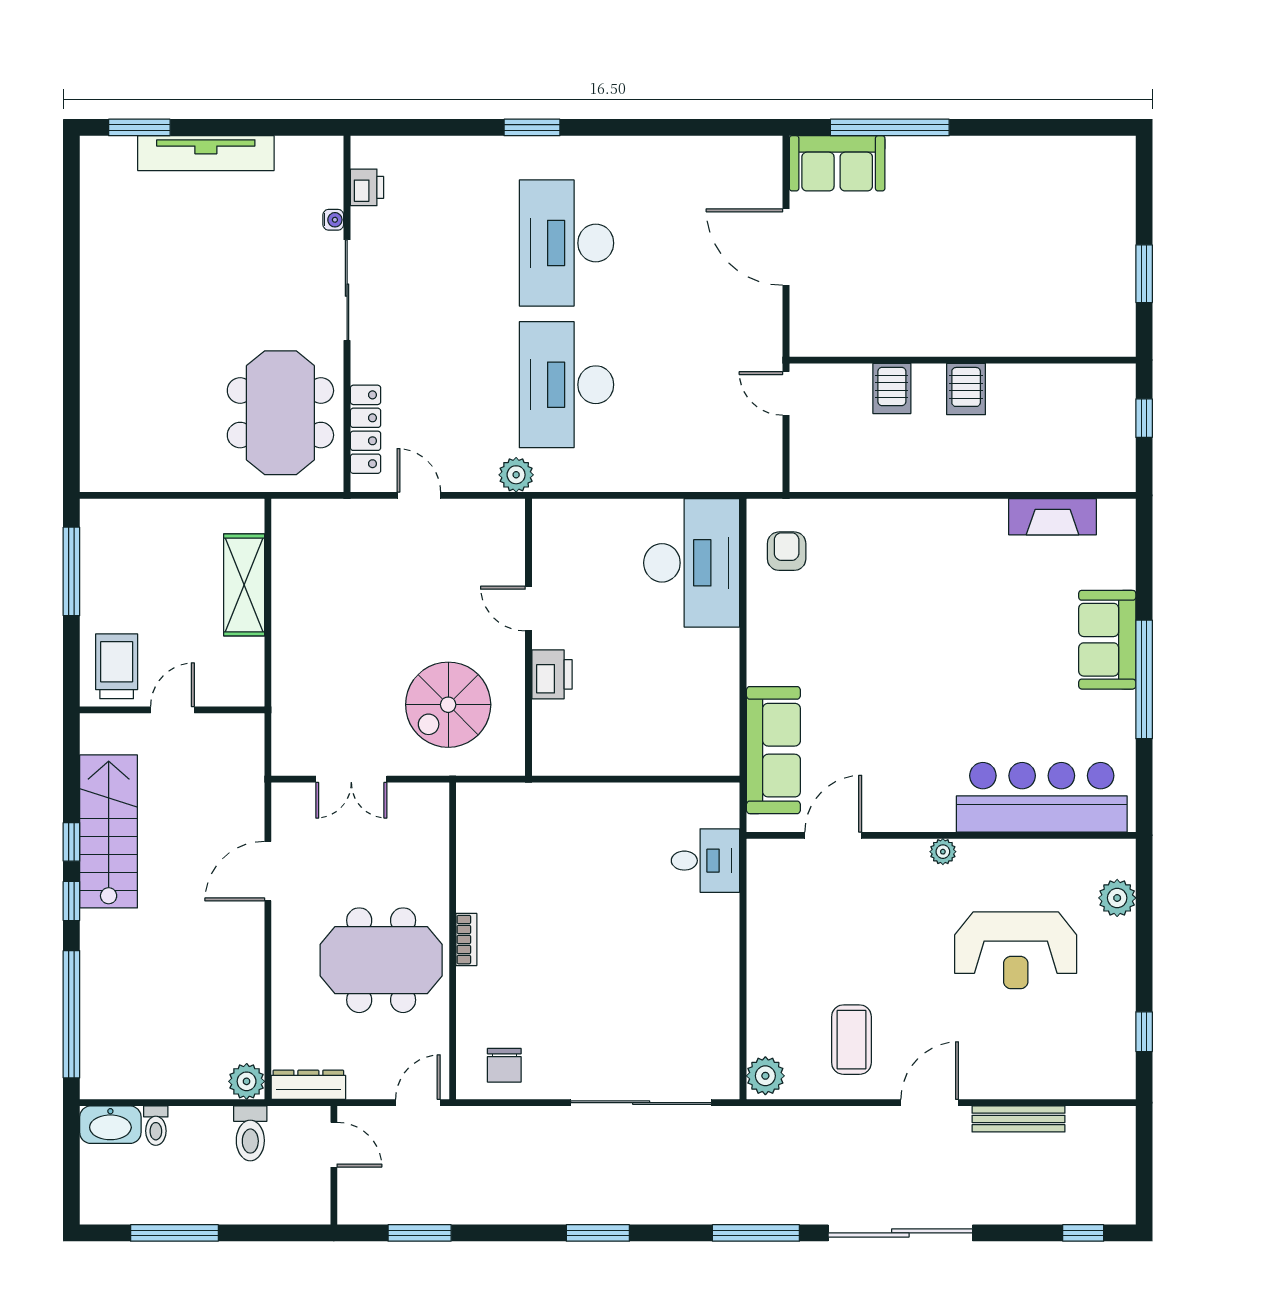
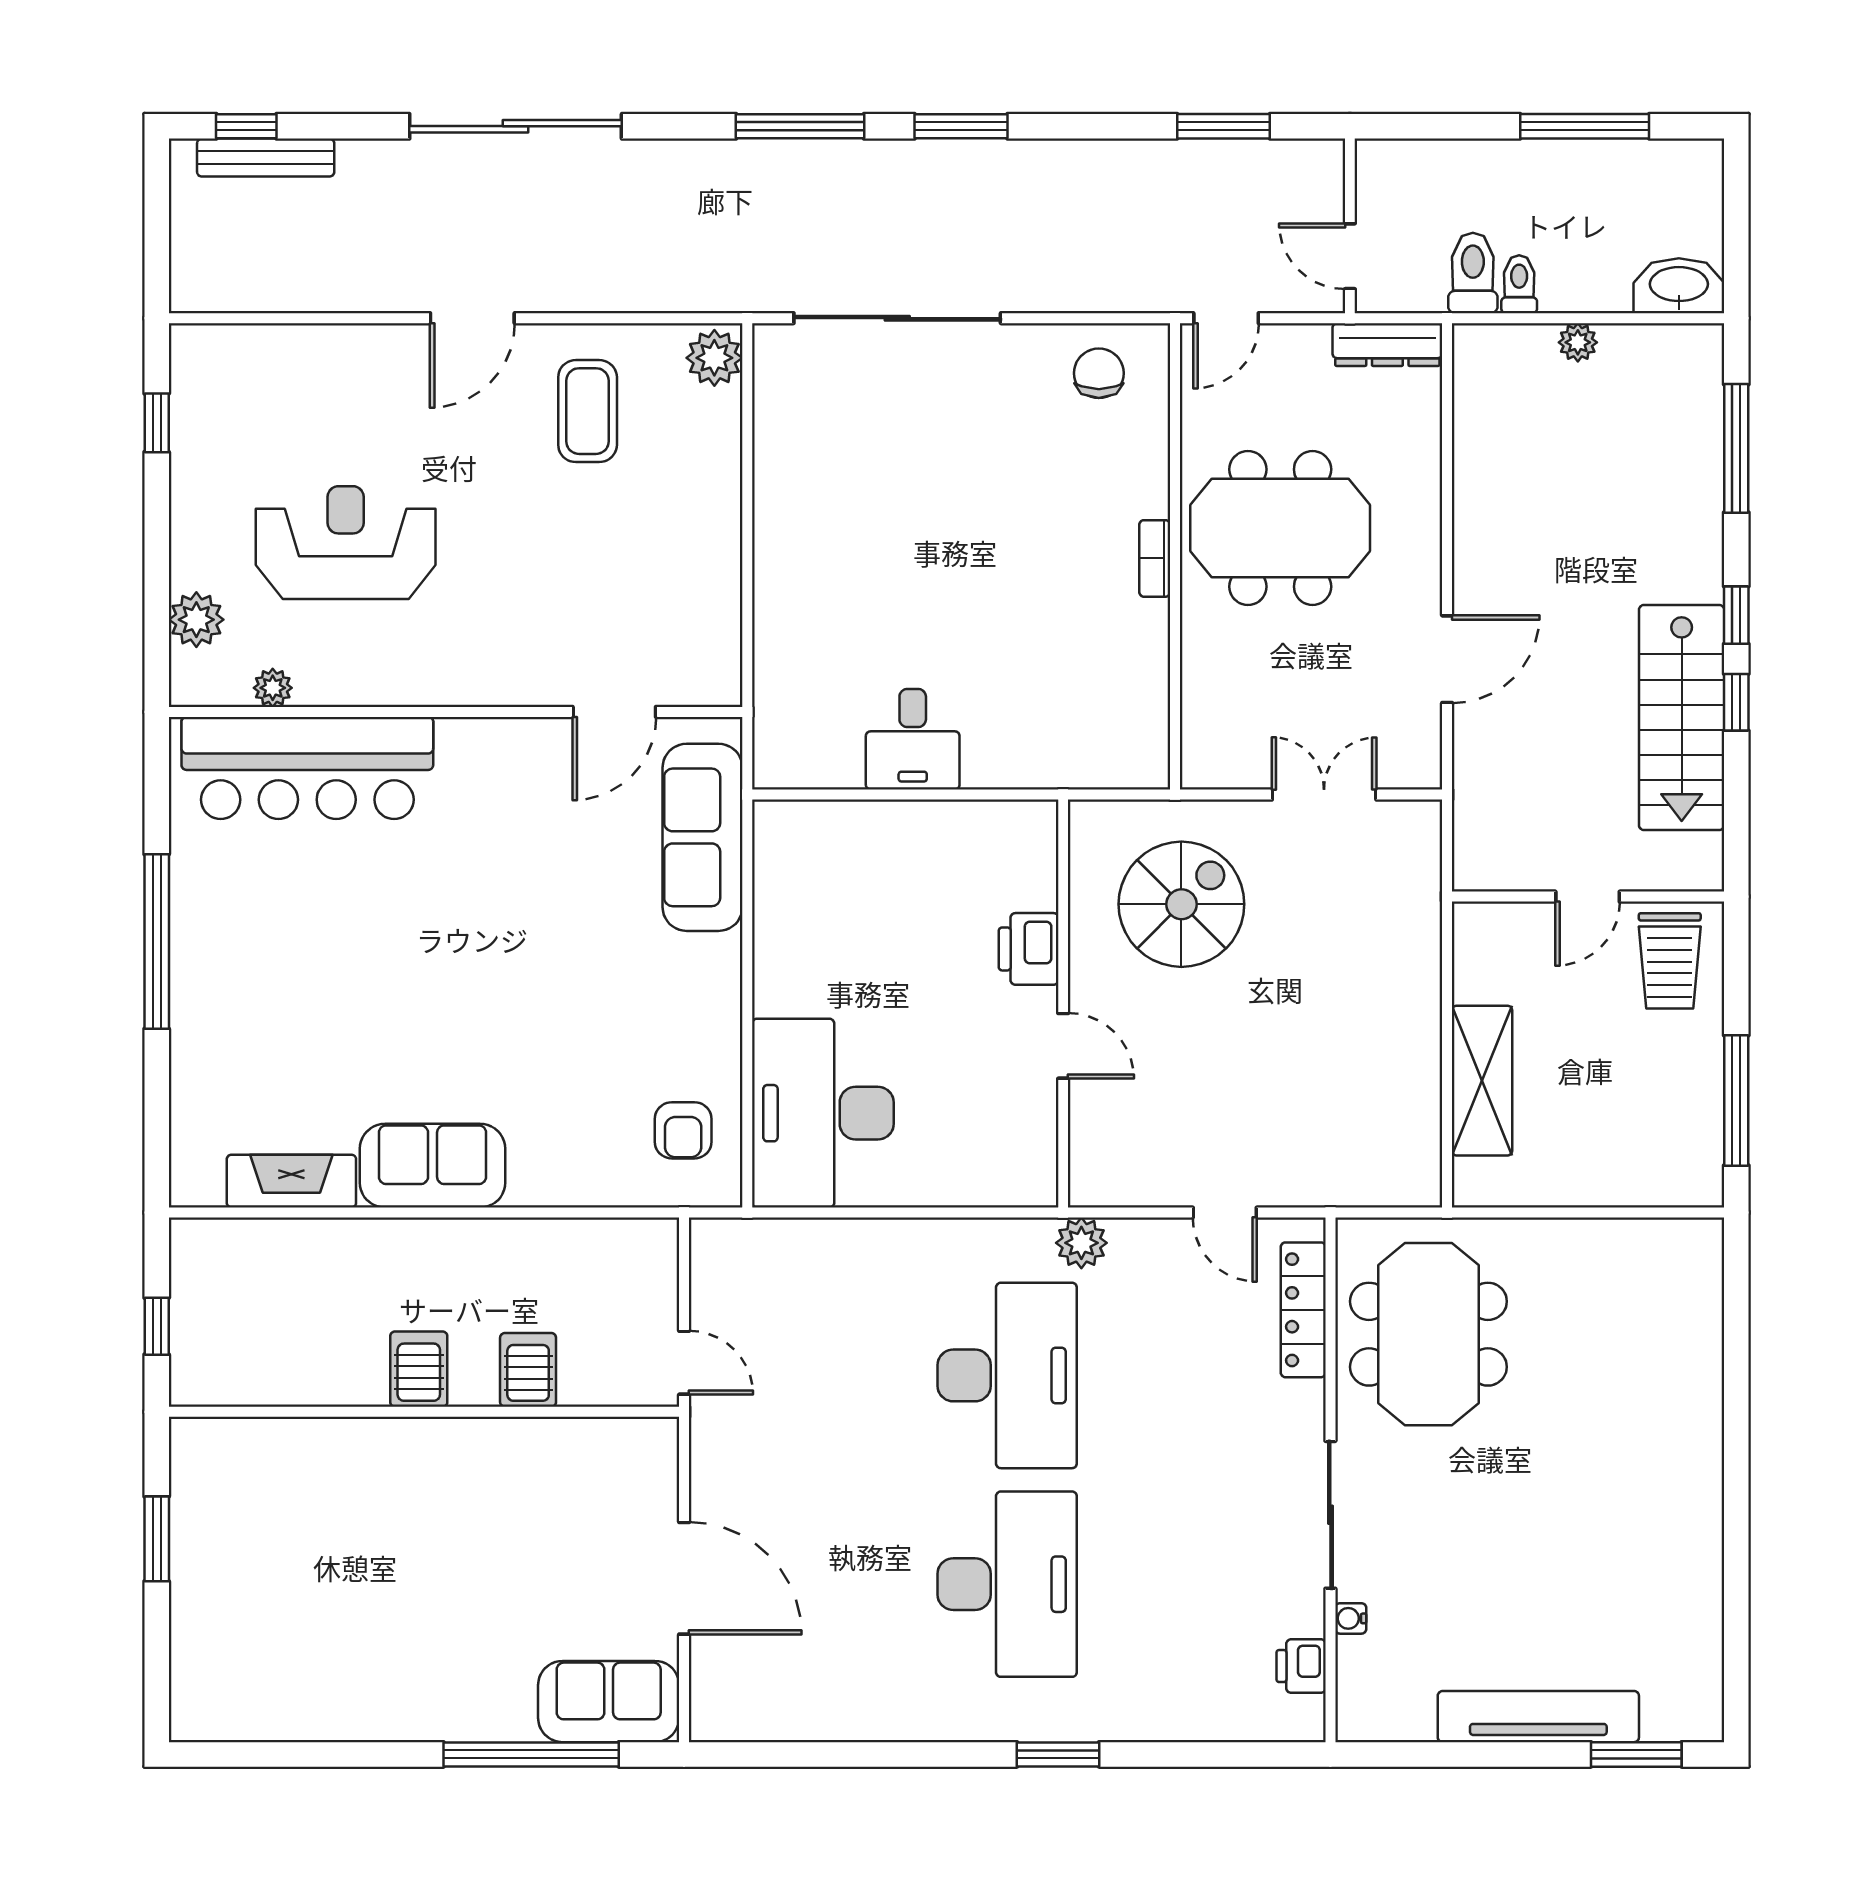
sofa: (1107, 640) -> (433, 1166), moved, turned -90
plant: (943, 852) -> (273, 688), moved
desk: (706, 861) -> (913, 739), moved, turned -90
window: (71, 1014) -> (1736, 448), width x0.68
plant: (247, 1081) -> (1578, 342), moved, width x0.73, depth x0.73
bench: (1018, 1119) -> (266, 158), moved
toilet: (156, 1126) -> (1519, 284), moved
window: (756, 1233) -> (800, 126), moved

